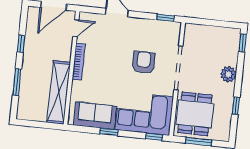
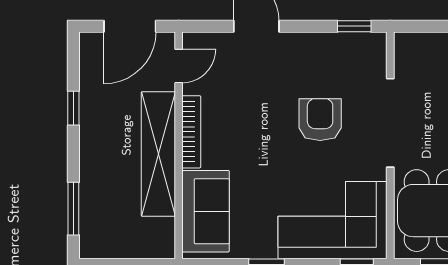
window: (17, 82) -> (73, 209), moved
shelving: (59, 92) -> (158, 154), moved
sofa: (95, 116) -> (206, 211), moved, turned 90

